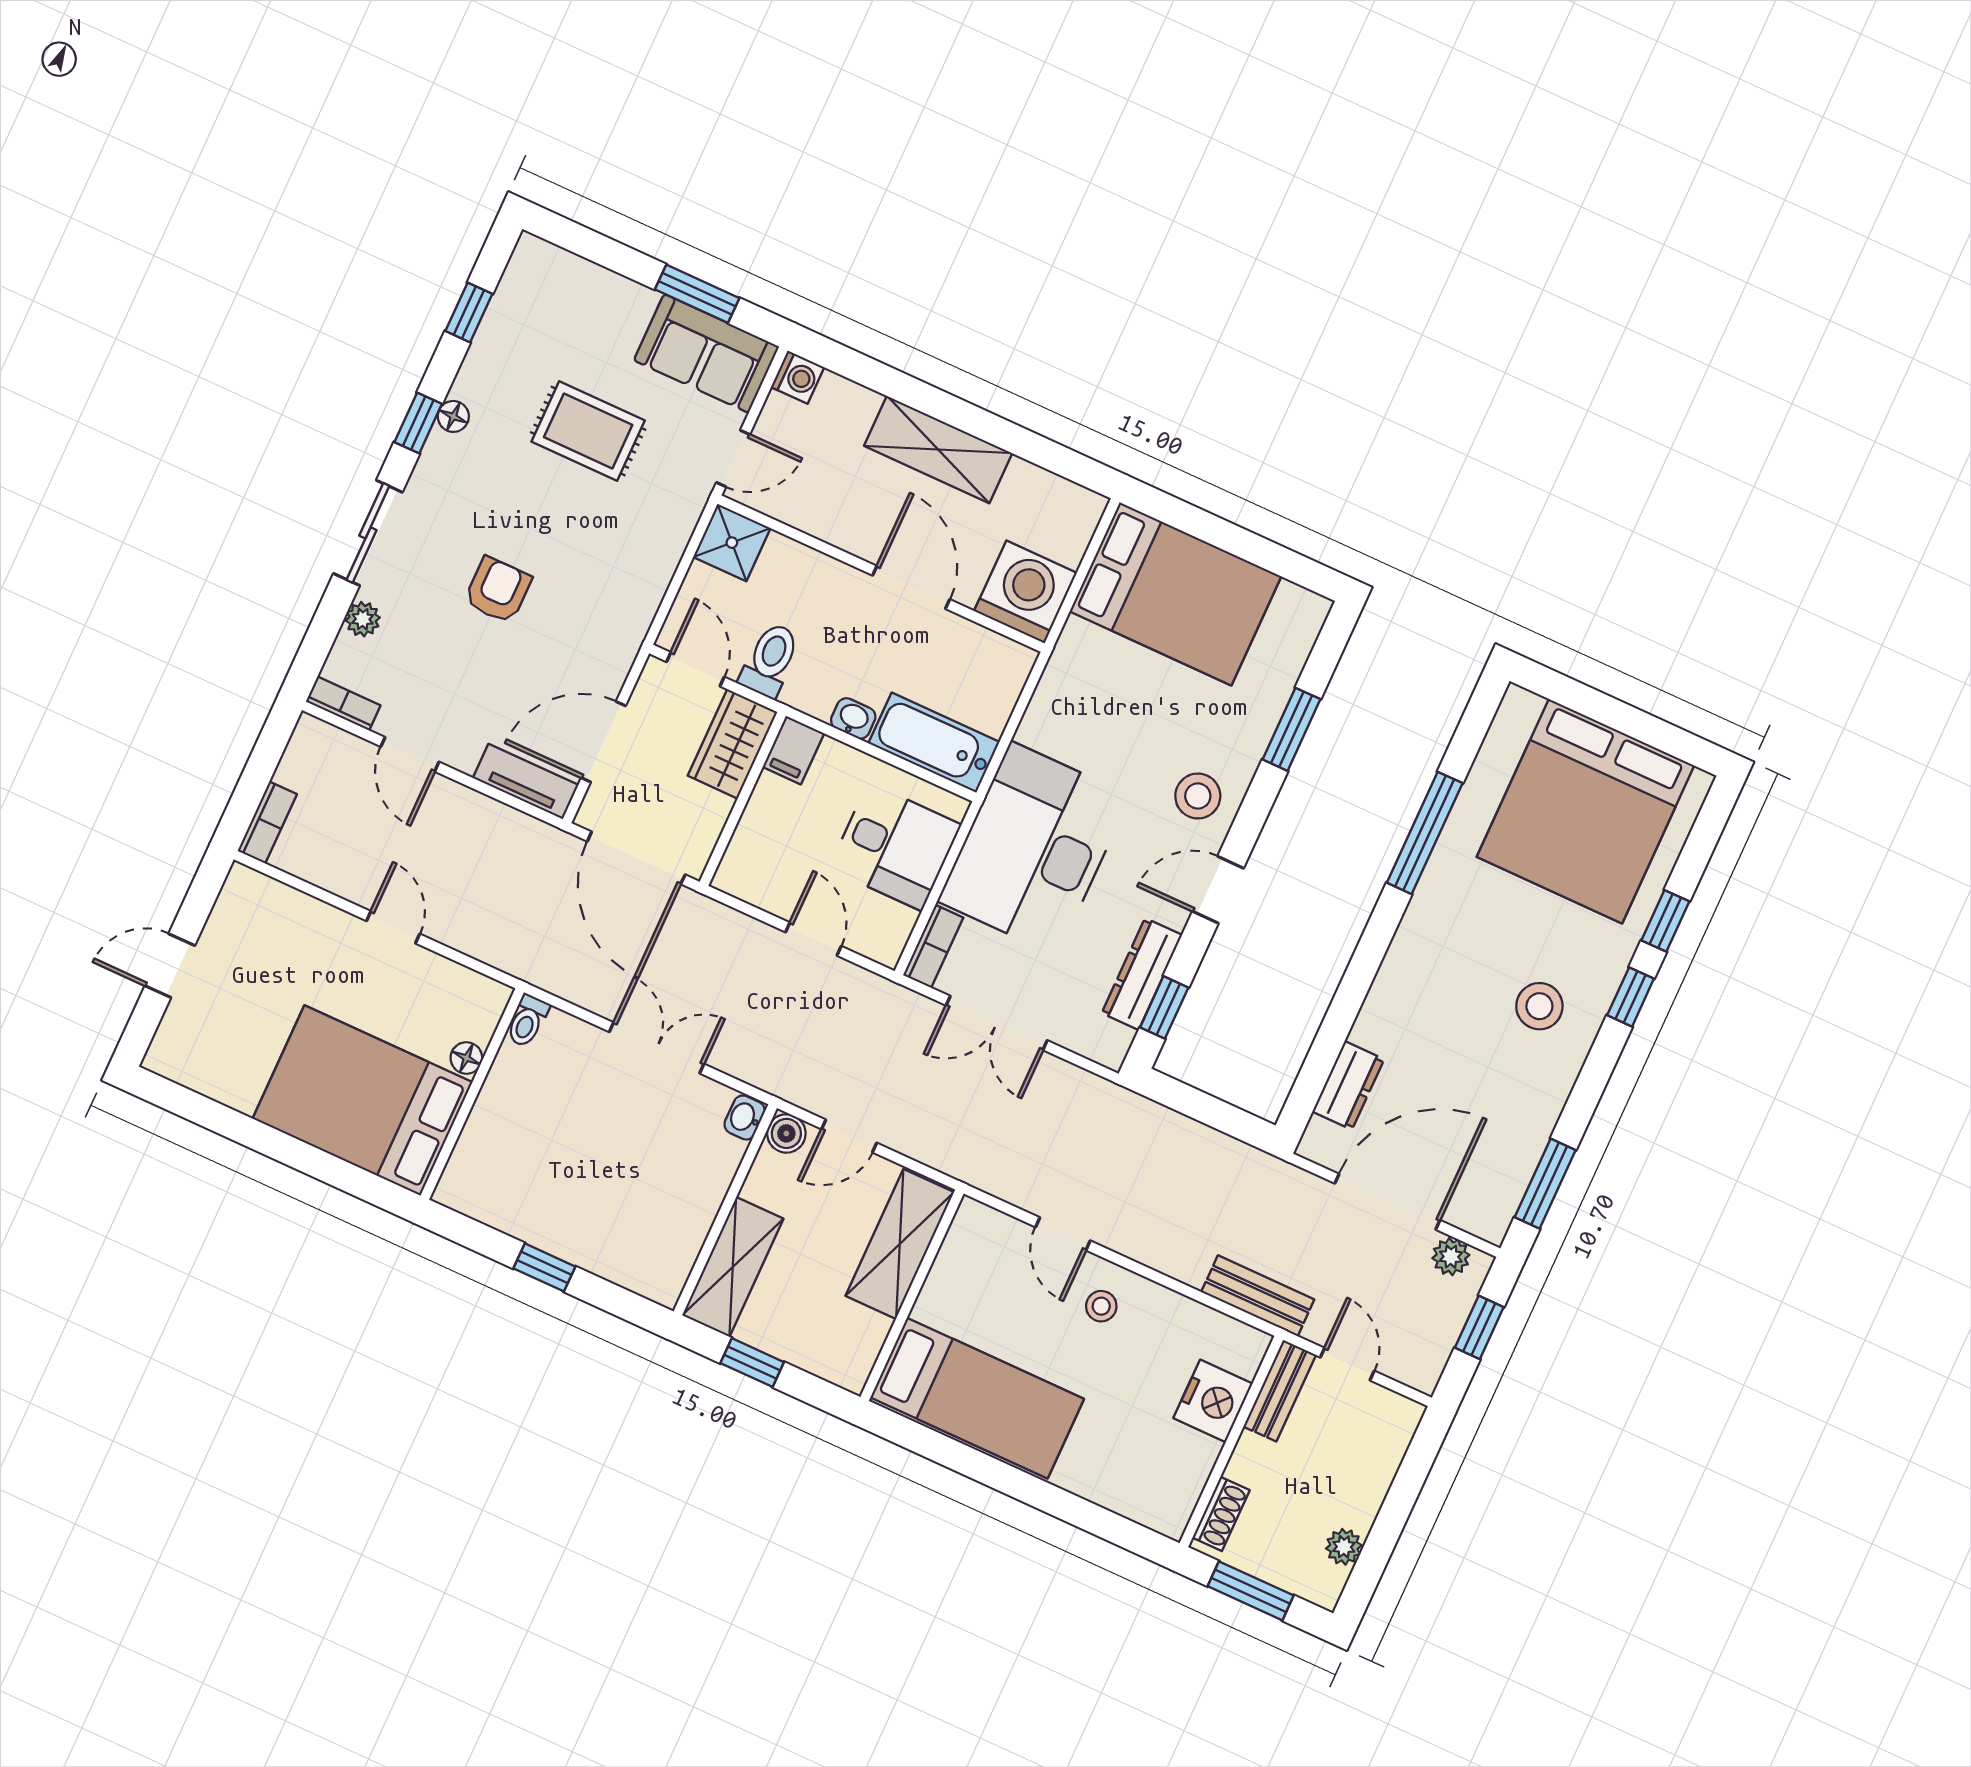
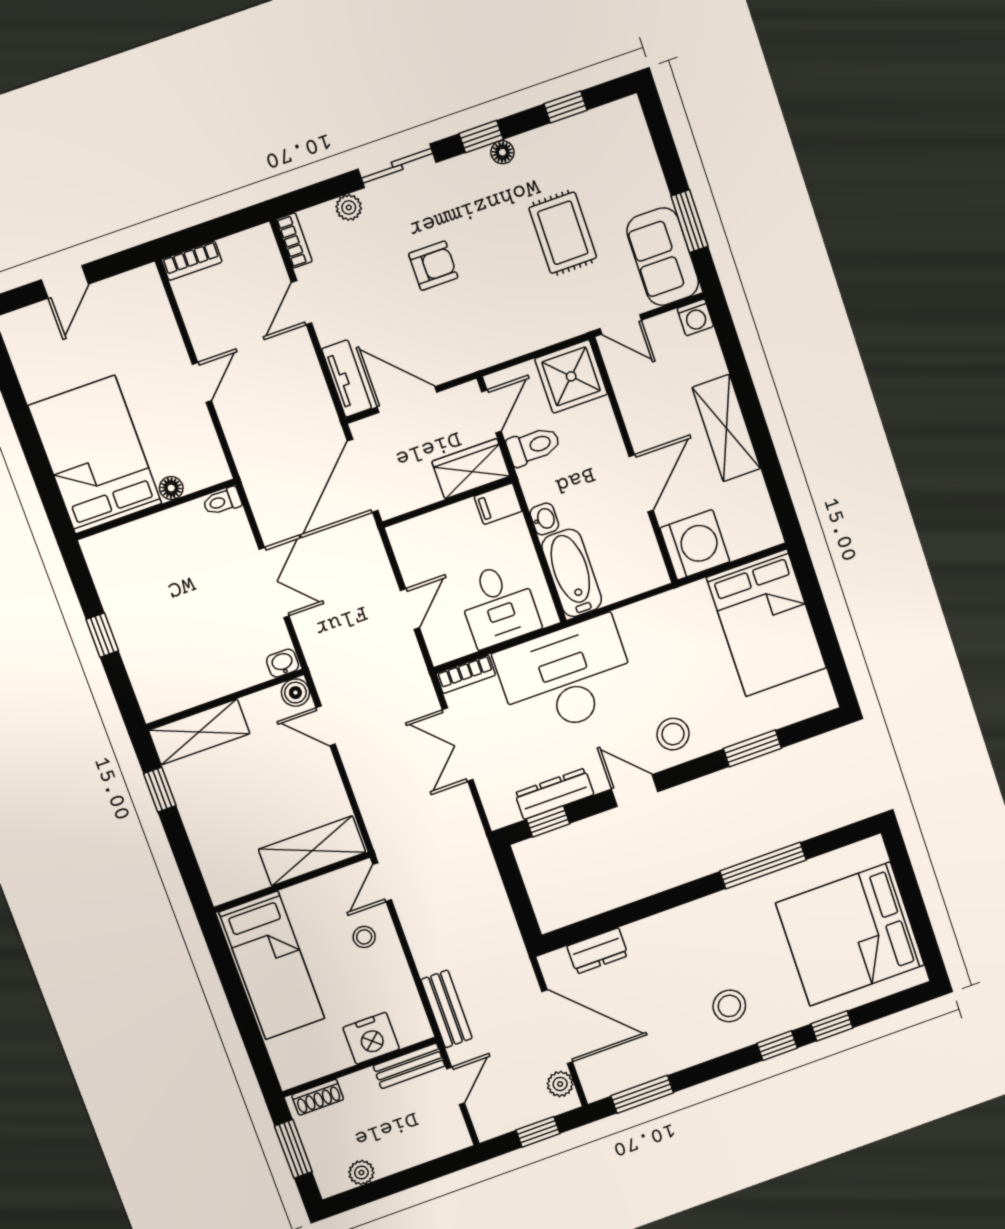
shower: (732, 543) -> (571, 376), width x1.36, depth x1.36
door: (170, 966) -> (65, 282), swing flipped
shelving: (900, 1244) -> (312, 851), moved
wall: (912, 1295) -> (292, 882), moved
bed: (977, 1398) -> (272, 965), moved

